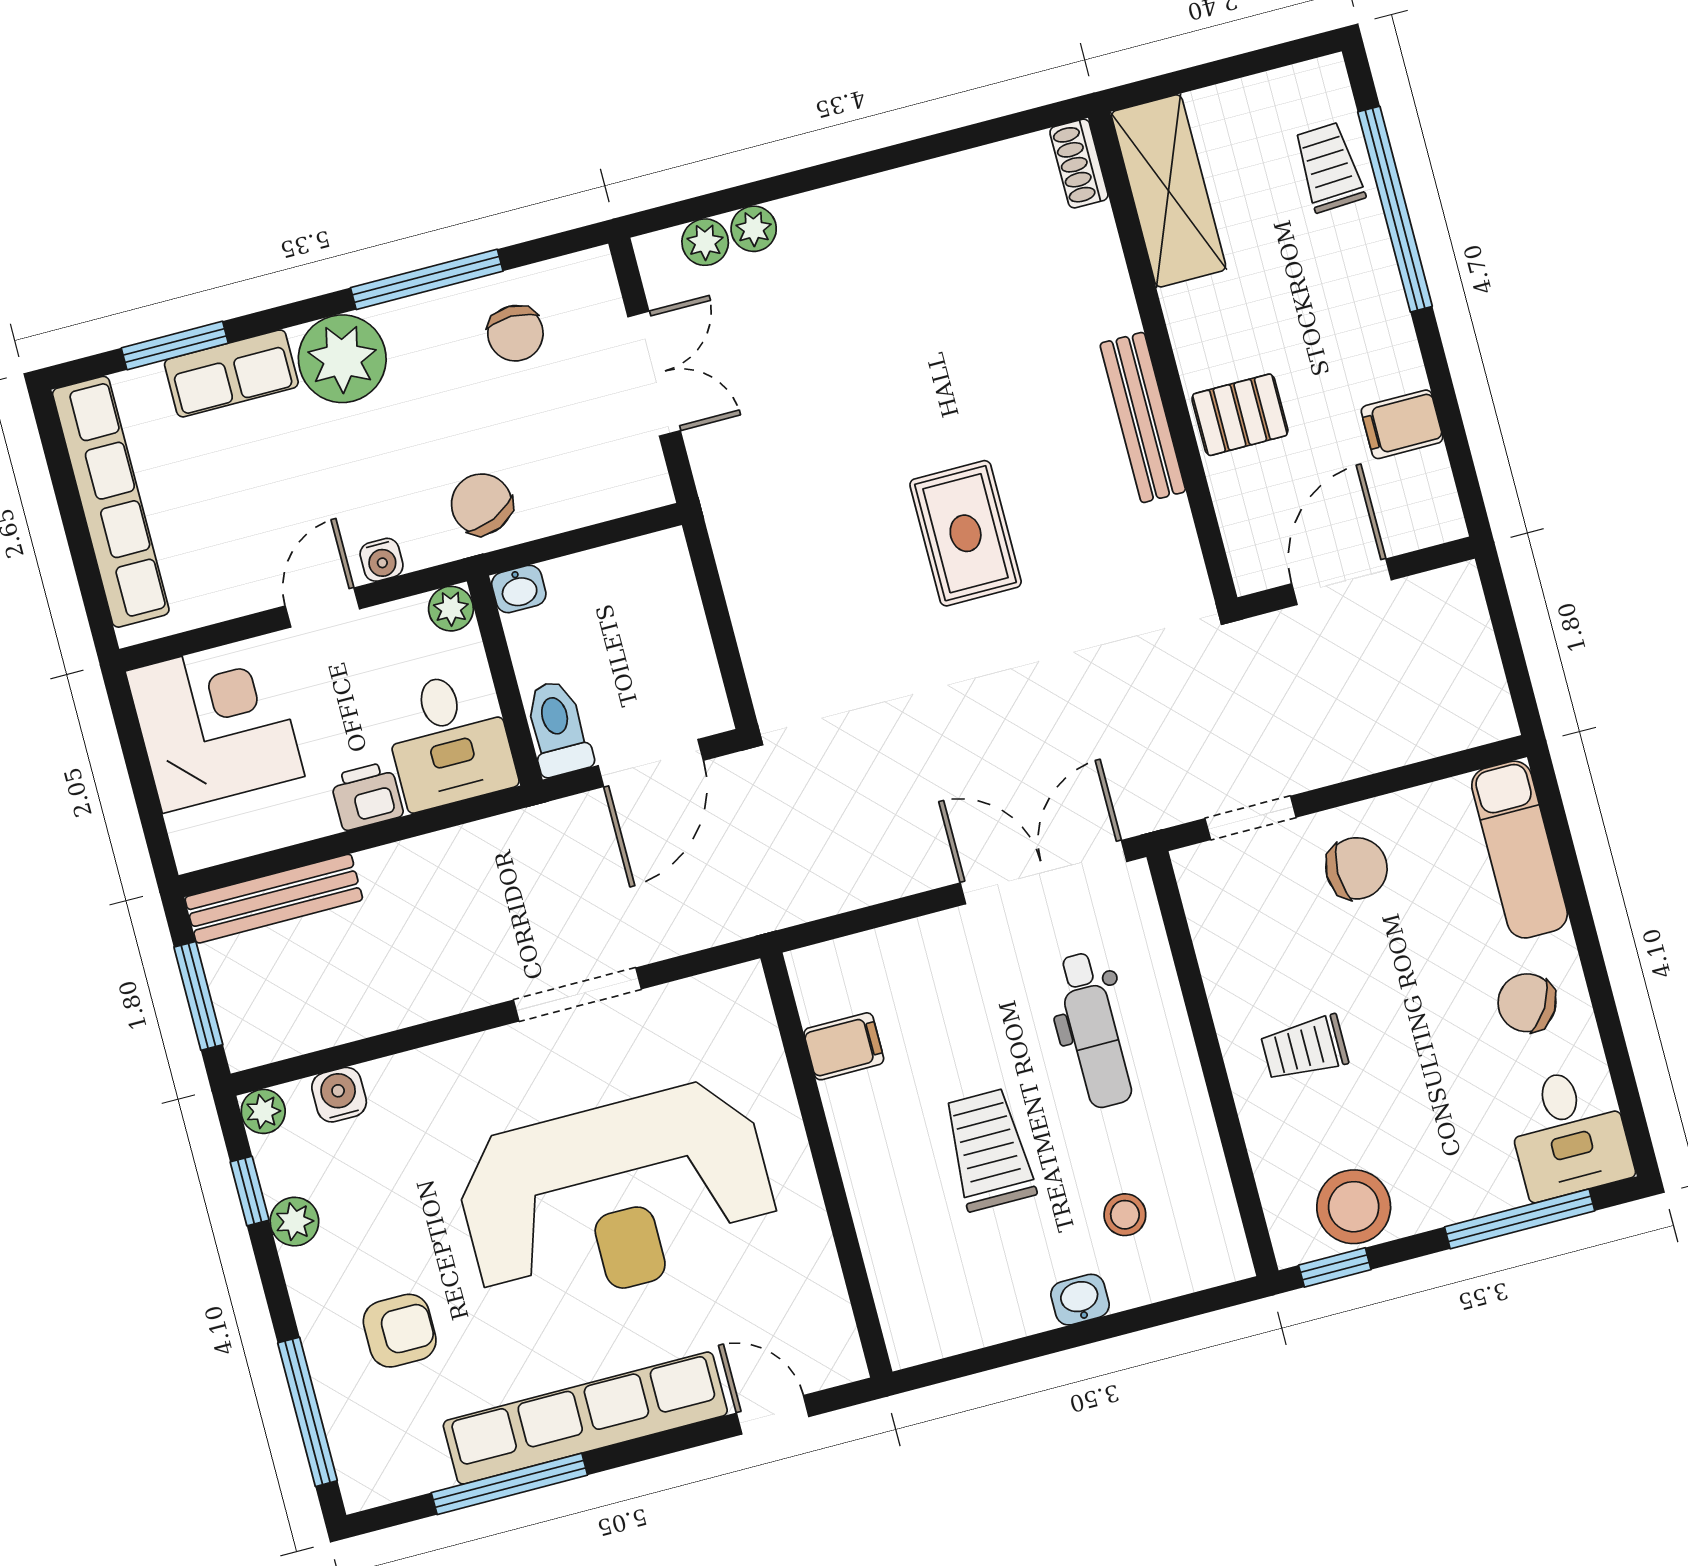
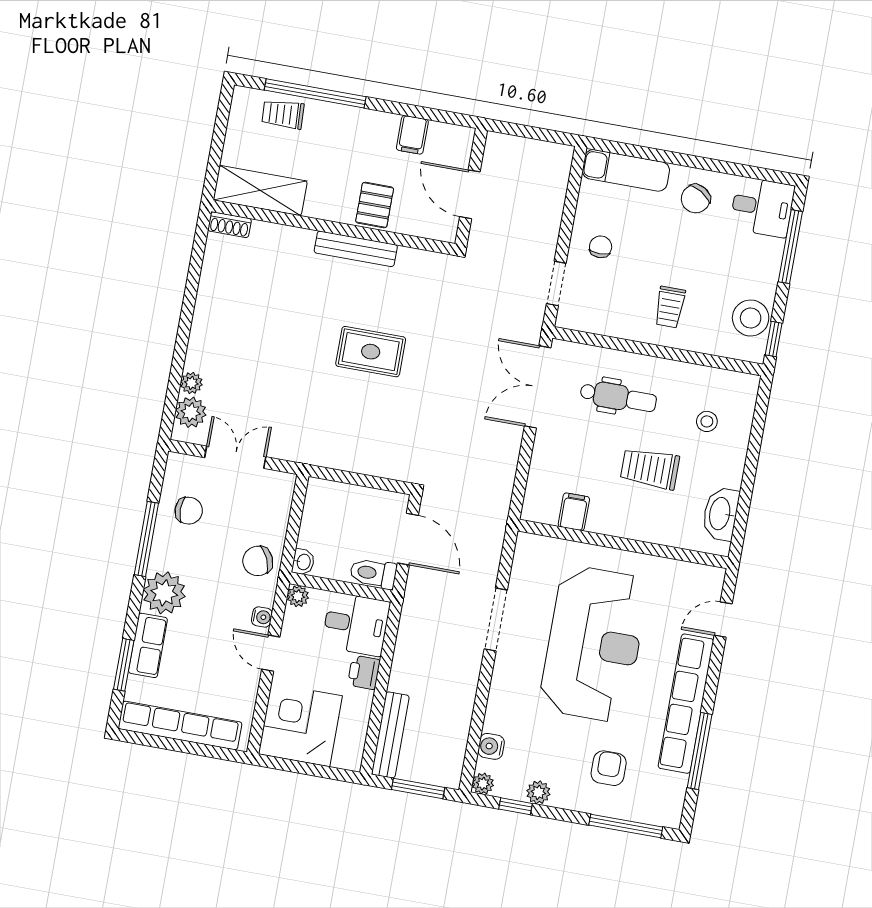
plant: (705, 242) -> (191, 412), width x1.38, depth x1.38
chair: (1357, 868) -> (601, 247), width x0.73, depth x0.73
washbasin: (1080, 1300) -> (721, 514), moved, width x1.91, depth x1.45

